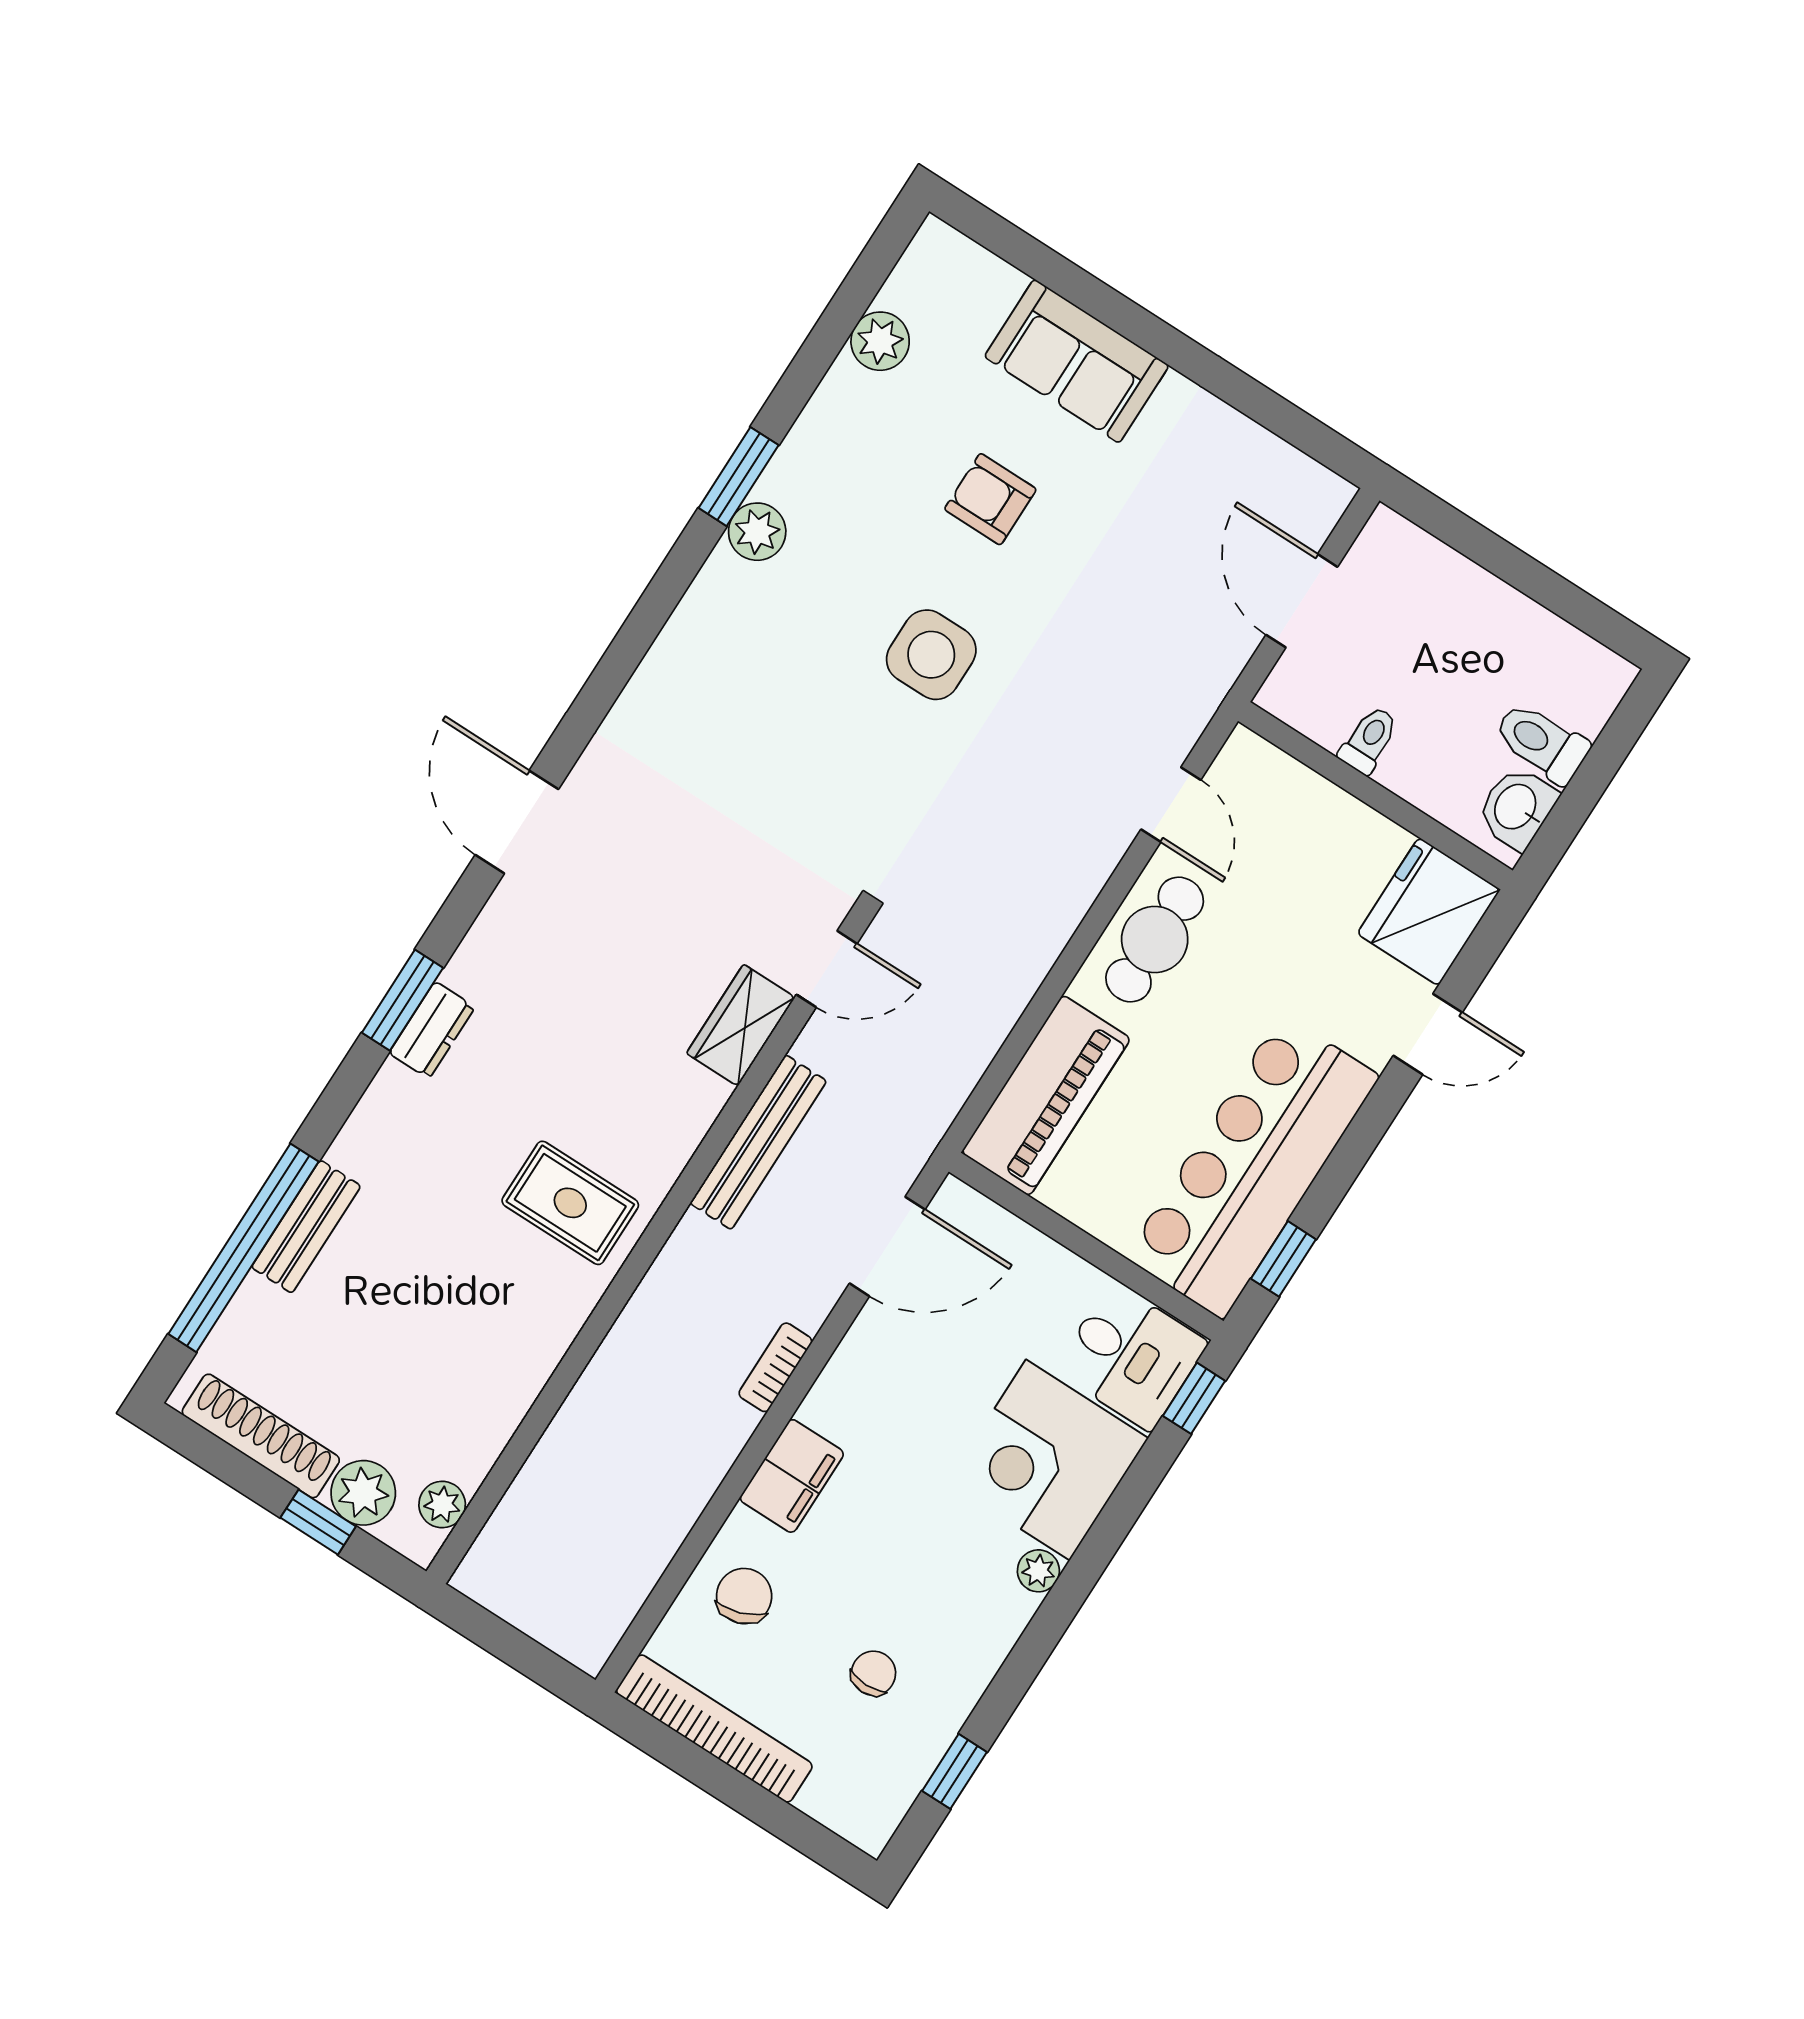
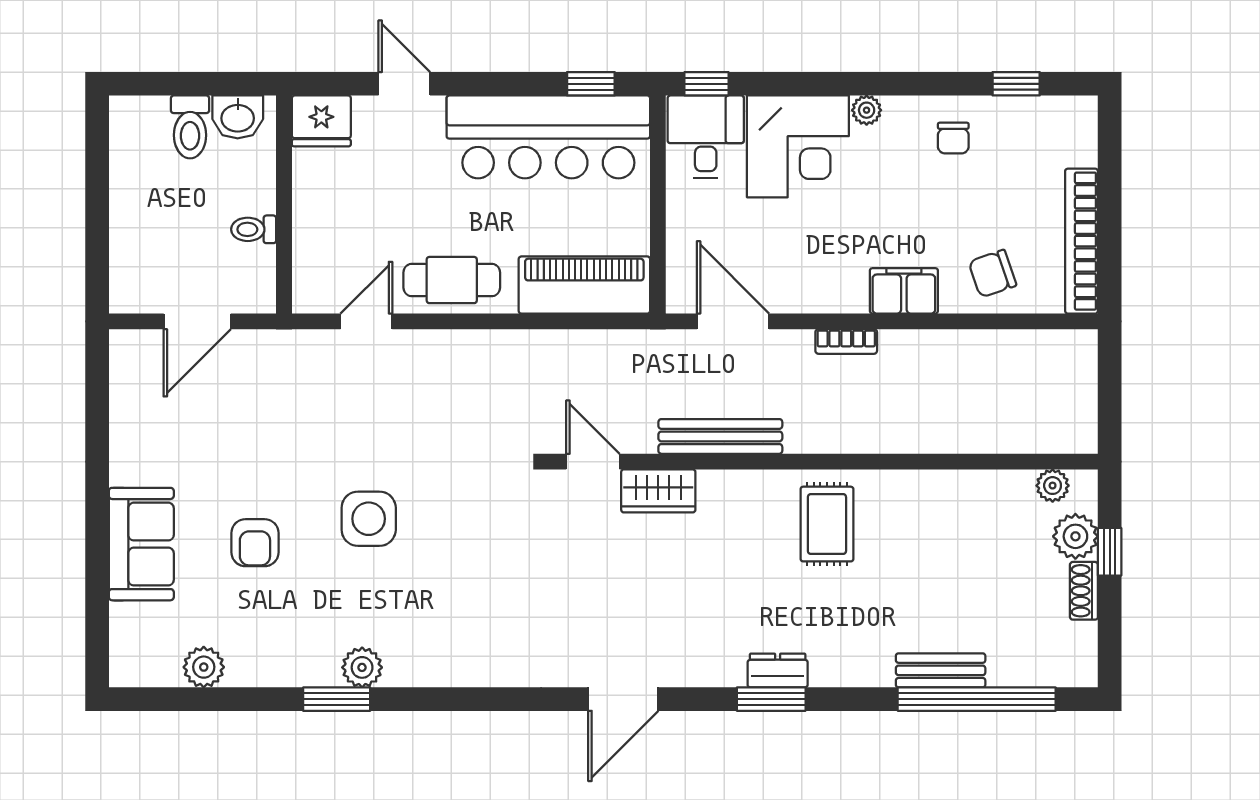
fridge: (1429, 912) -> (321, 121), width x0.73, depth x0.75
shoe rack: (261, 1436) -> (1084, 591), width x0.51, depth x0.81
chair: (874, 1673) -> (953, 138), moved, turned -90

